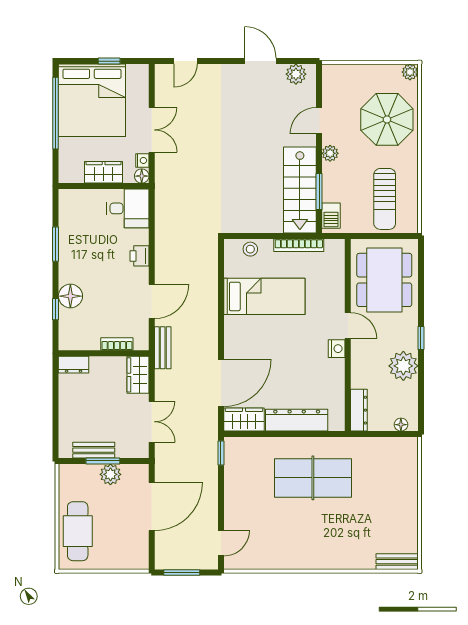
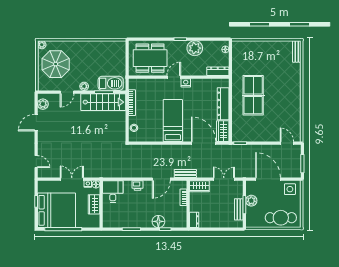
parasol: (387, 119) -> (56, 64), moved
door: (319, 121) -> (67, 92), hinge flipped
sun lounger: (385, 199) -> (108, 58), removed
barbecue: (331, 216) -> (111, 83), width x1.88, depth x1.53
bed: (264, 296) -> (173, 121), moved
door: (152, 302) -> (161, 179), swing flipped
side table: (133, 549) -> (290, 189), added

